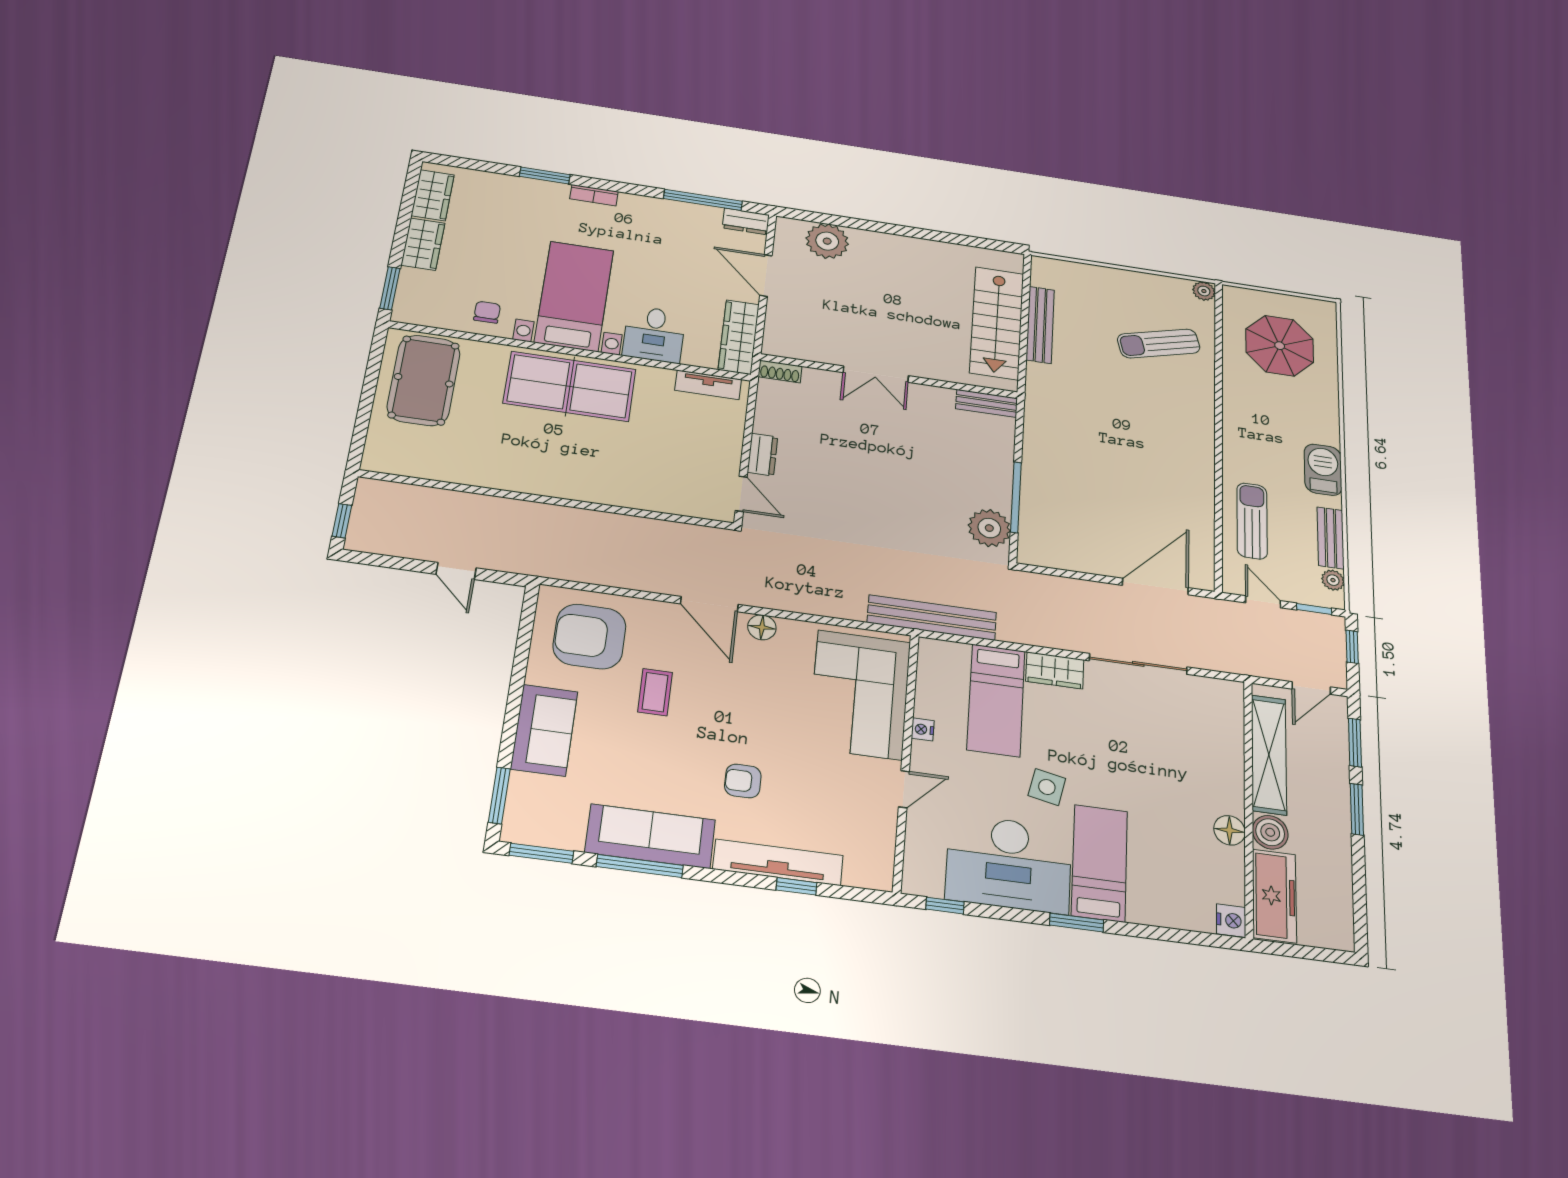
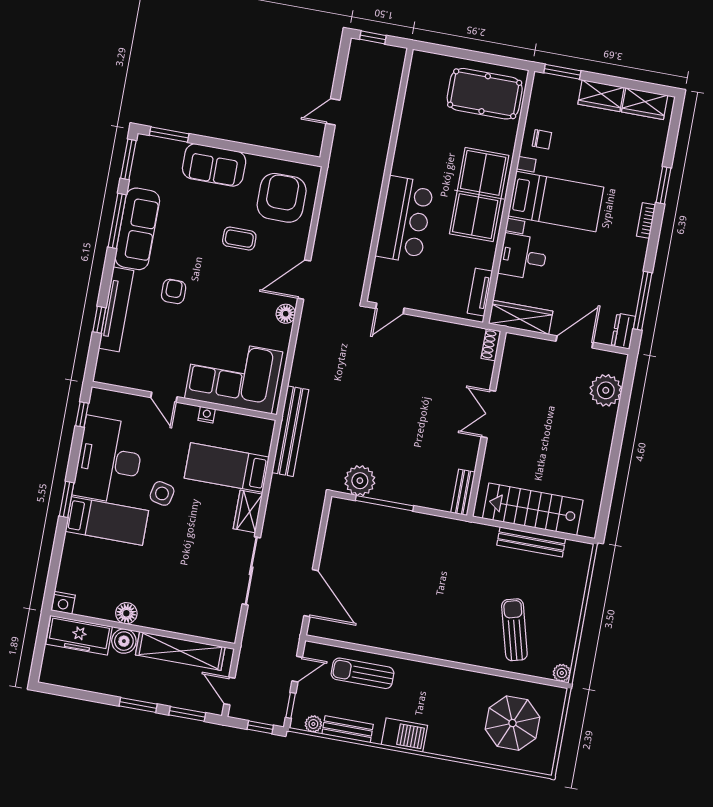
dresser: (762, 455) -> (422, 326), removed
bar counter: (612, 477) -> (405, 220), added
sun lounger: (1252, 521) -> (363, 673), turned 180

